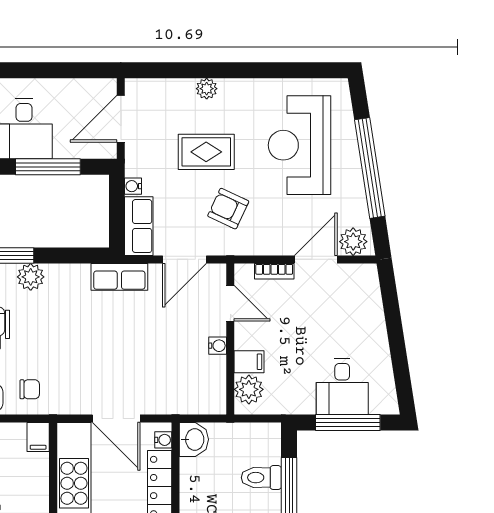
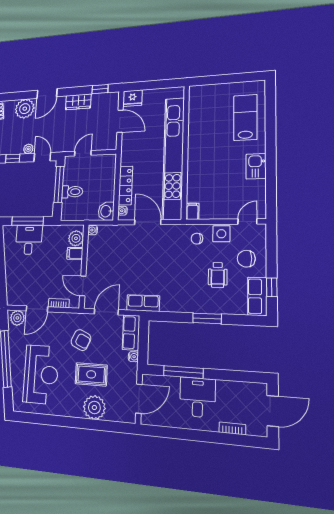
plant: (207, 89) -> (94, 408), width x1.88, depth x1.88
plant: (31, 277) -> (195, 305), removed
water cooler: (218, 346) -> (93, 230), moved

